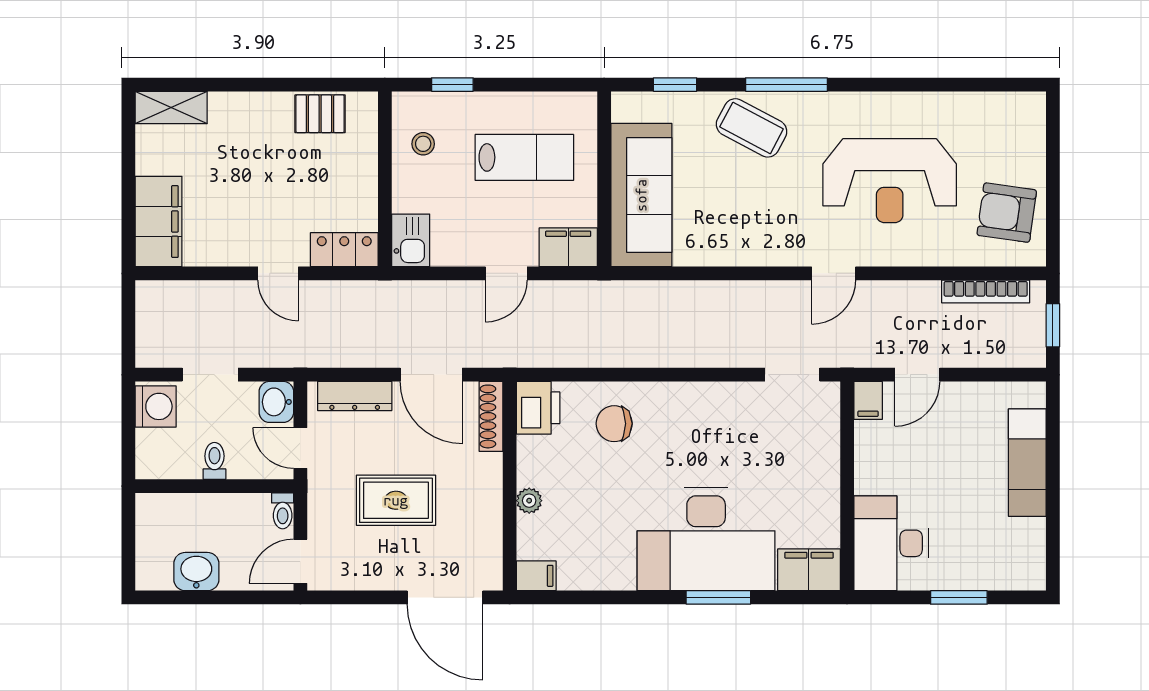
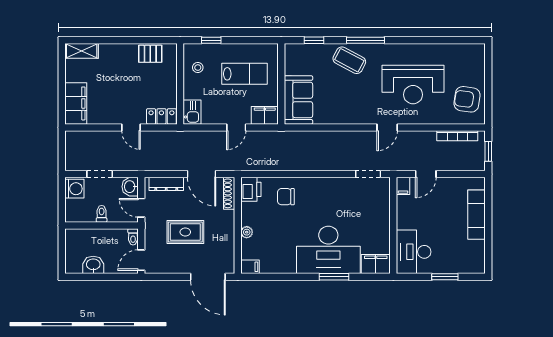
sofa: (641, 195) -> (298, 100), width x0.73

